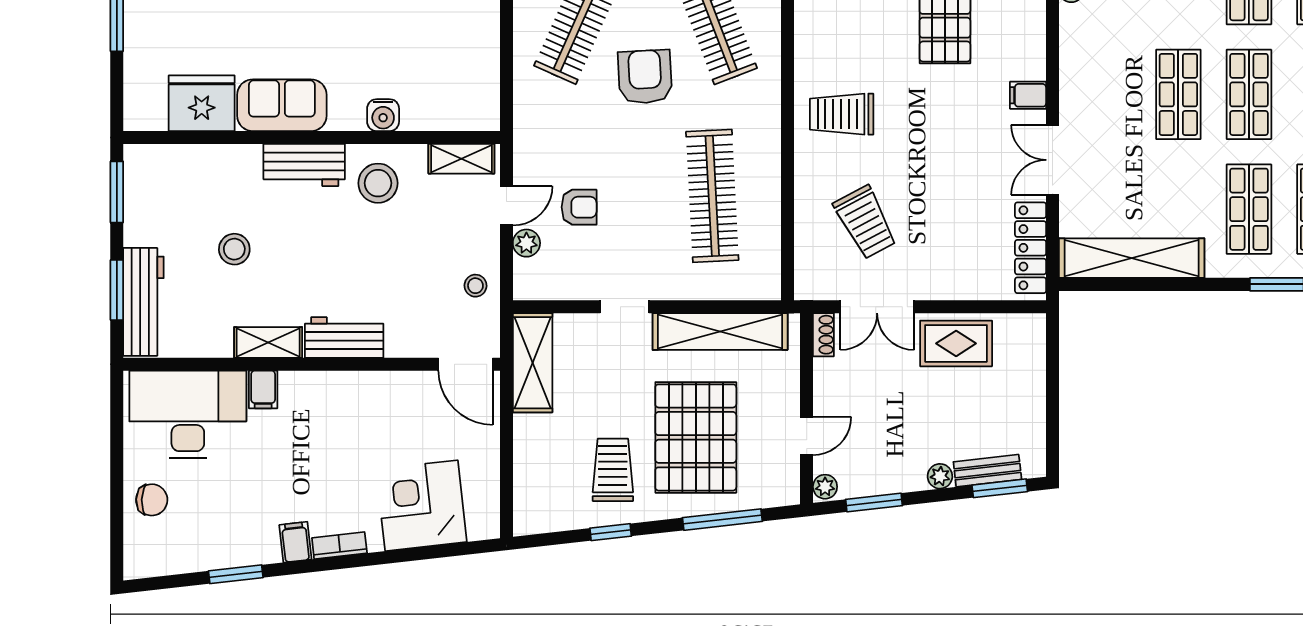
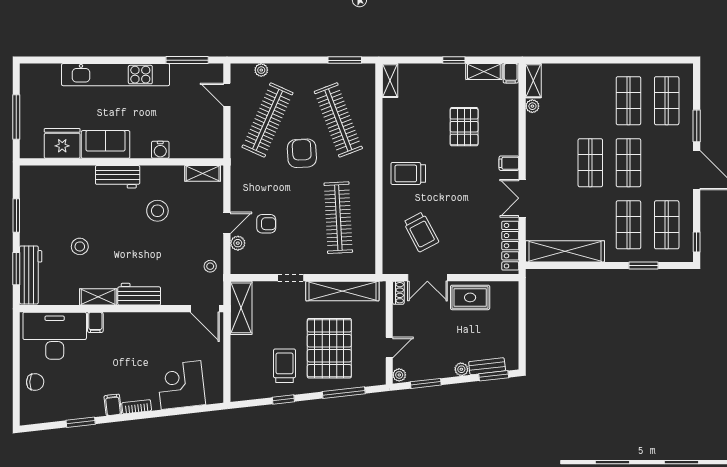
fridge: (202, 103) -> (62, 143), moved
sofa: (282, 105) -> (106, 144), moved
water cooler: (383, 115) -> (160, 150), moved
wall: (312, 138) -> (122, 162), moved
shelving: (461, 159) -> (203, 173), moved
workbench: (304, 165) -> (118, 177), moved

